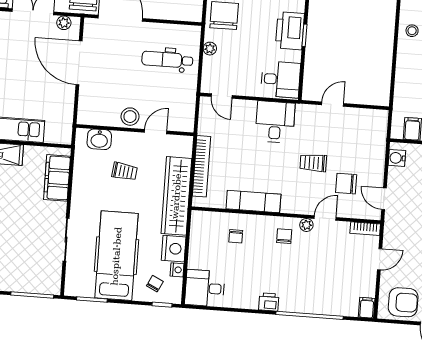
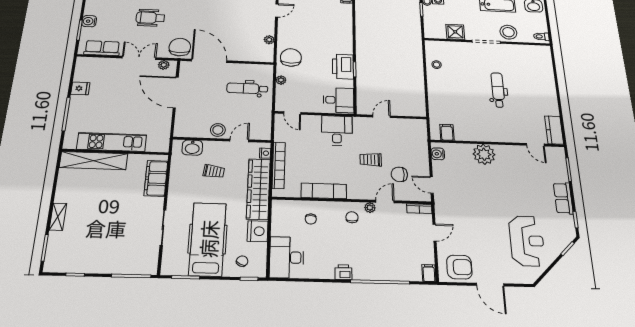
nightstand: (177, 270) -> (265, 153), moved
desk: (205, 288) -> (287, 257), width x1.37

